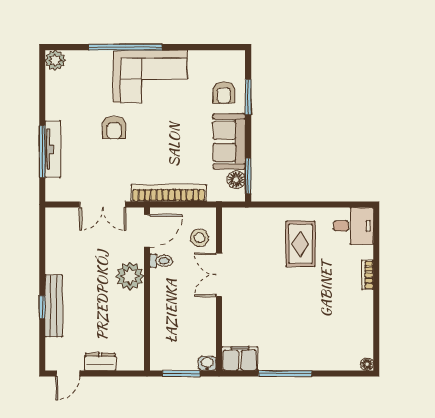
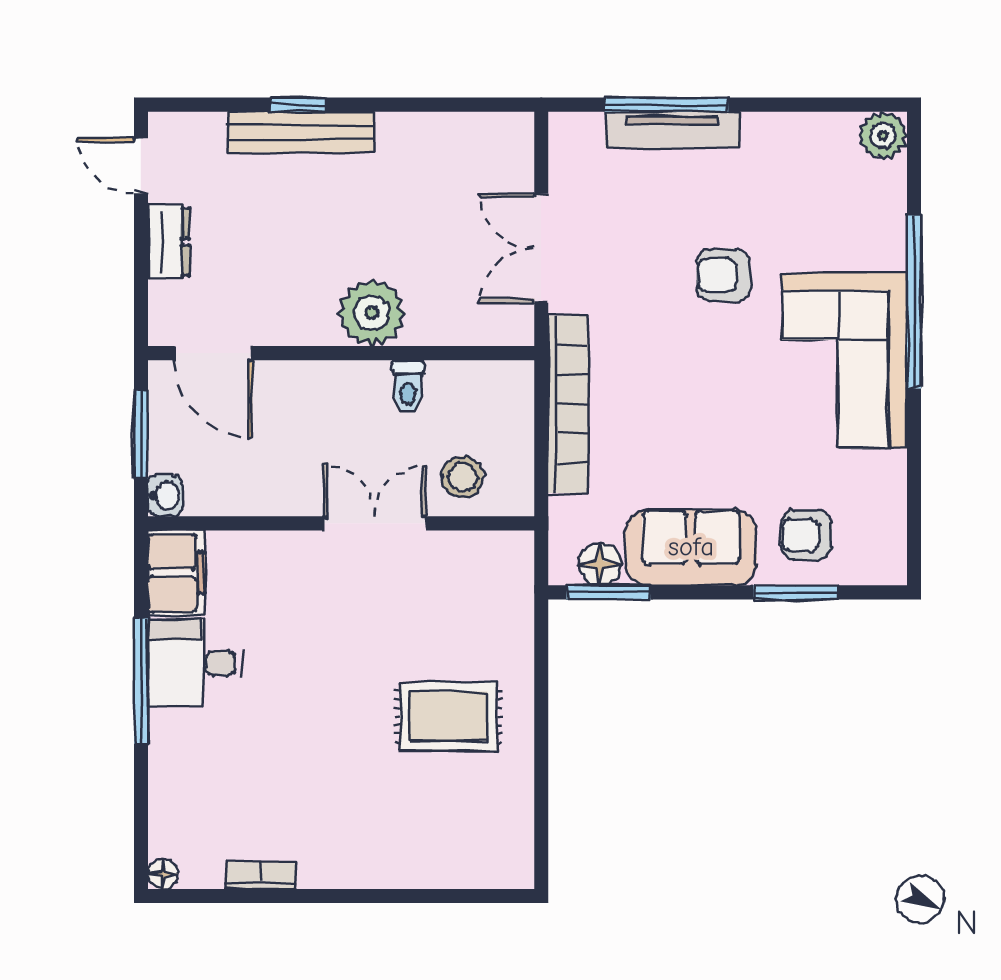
desk: (353, 226) -> (195, 663), moved, turned 90
door: (147, 231) -> (213, 353), moved
bookcase: (368, 275) -> (261, 875), moved

